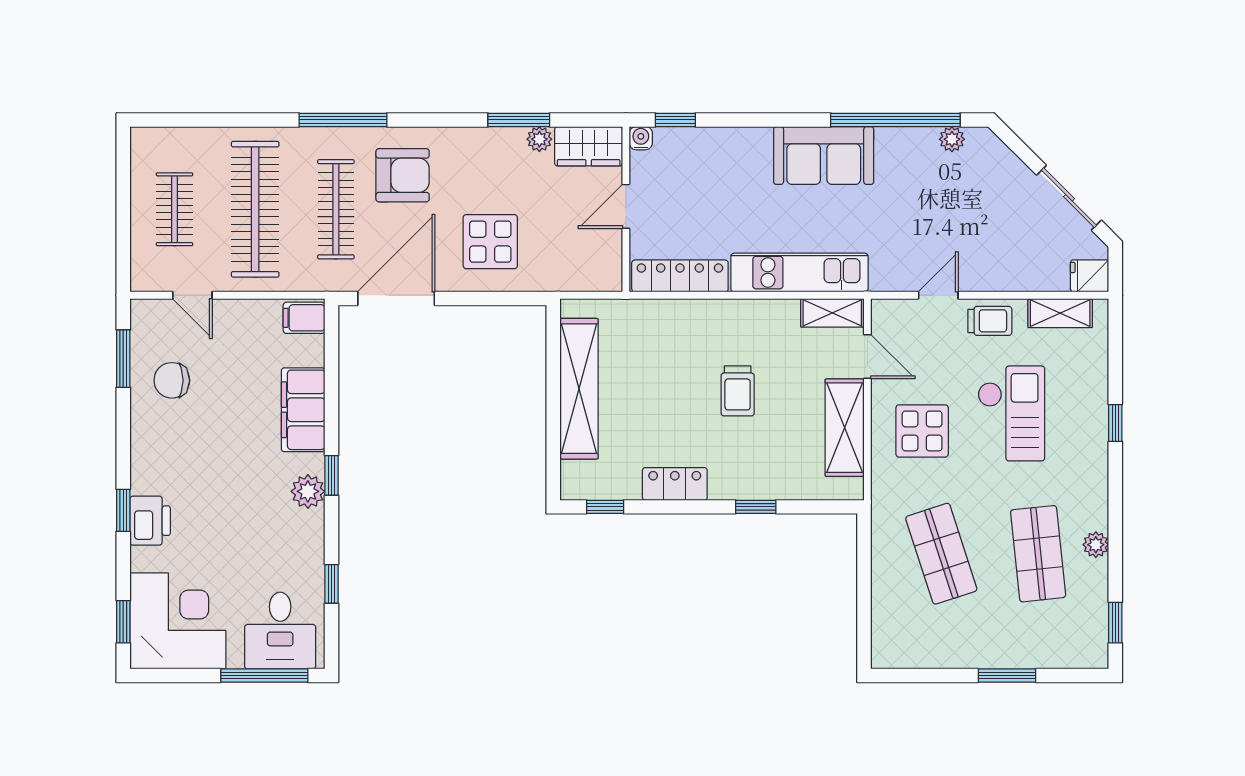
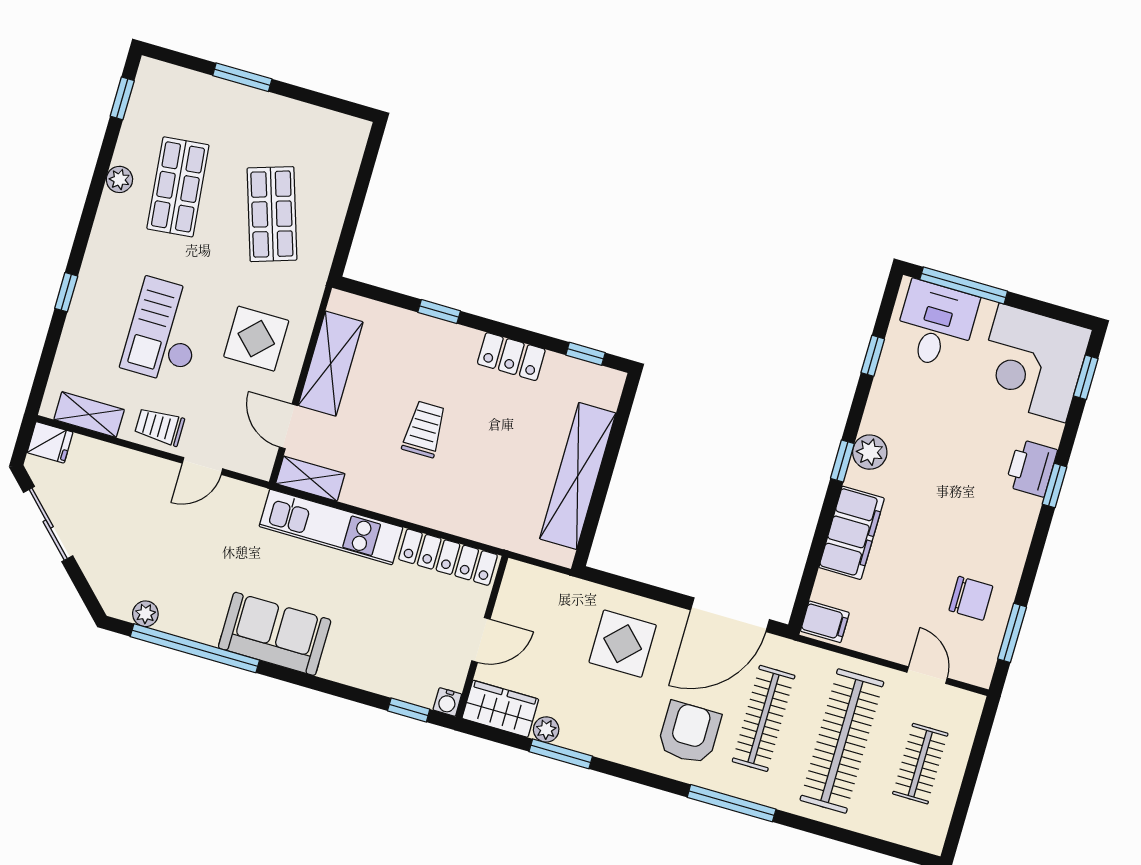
armchair: (403, 175) -> (689, 733), turned 90

